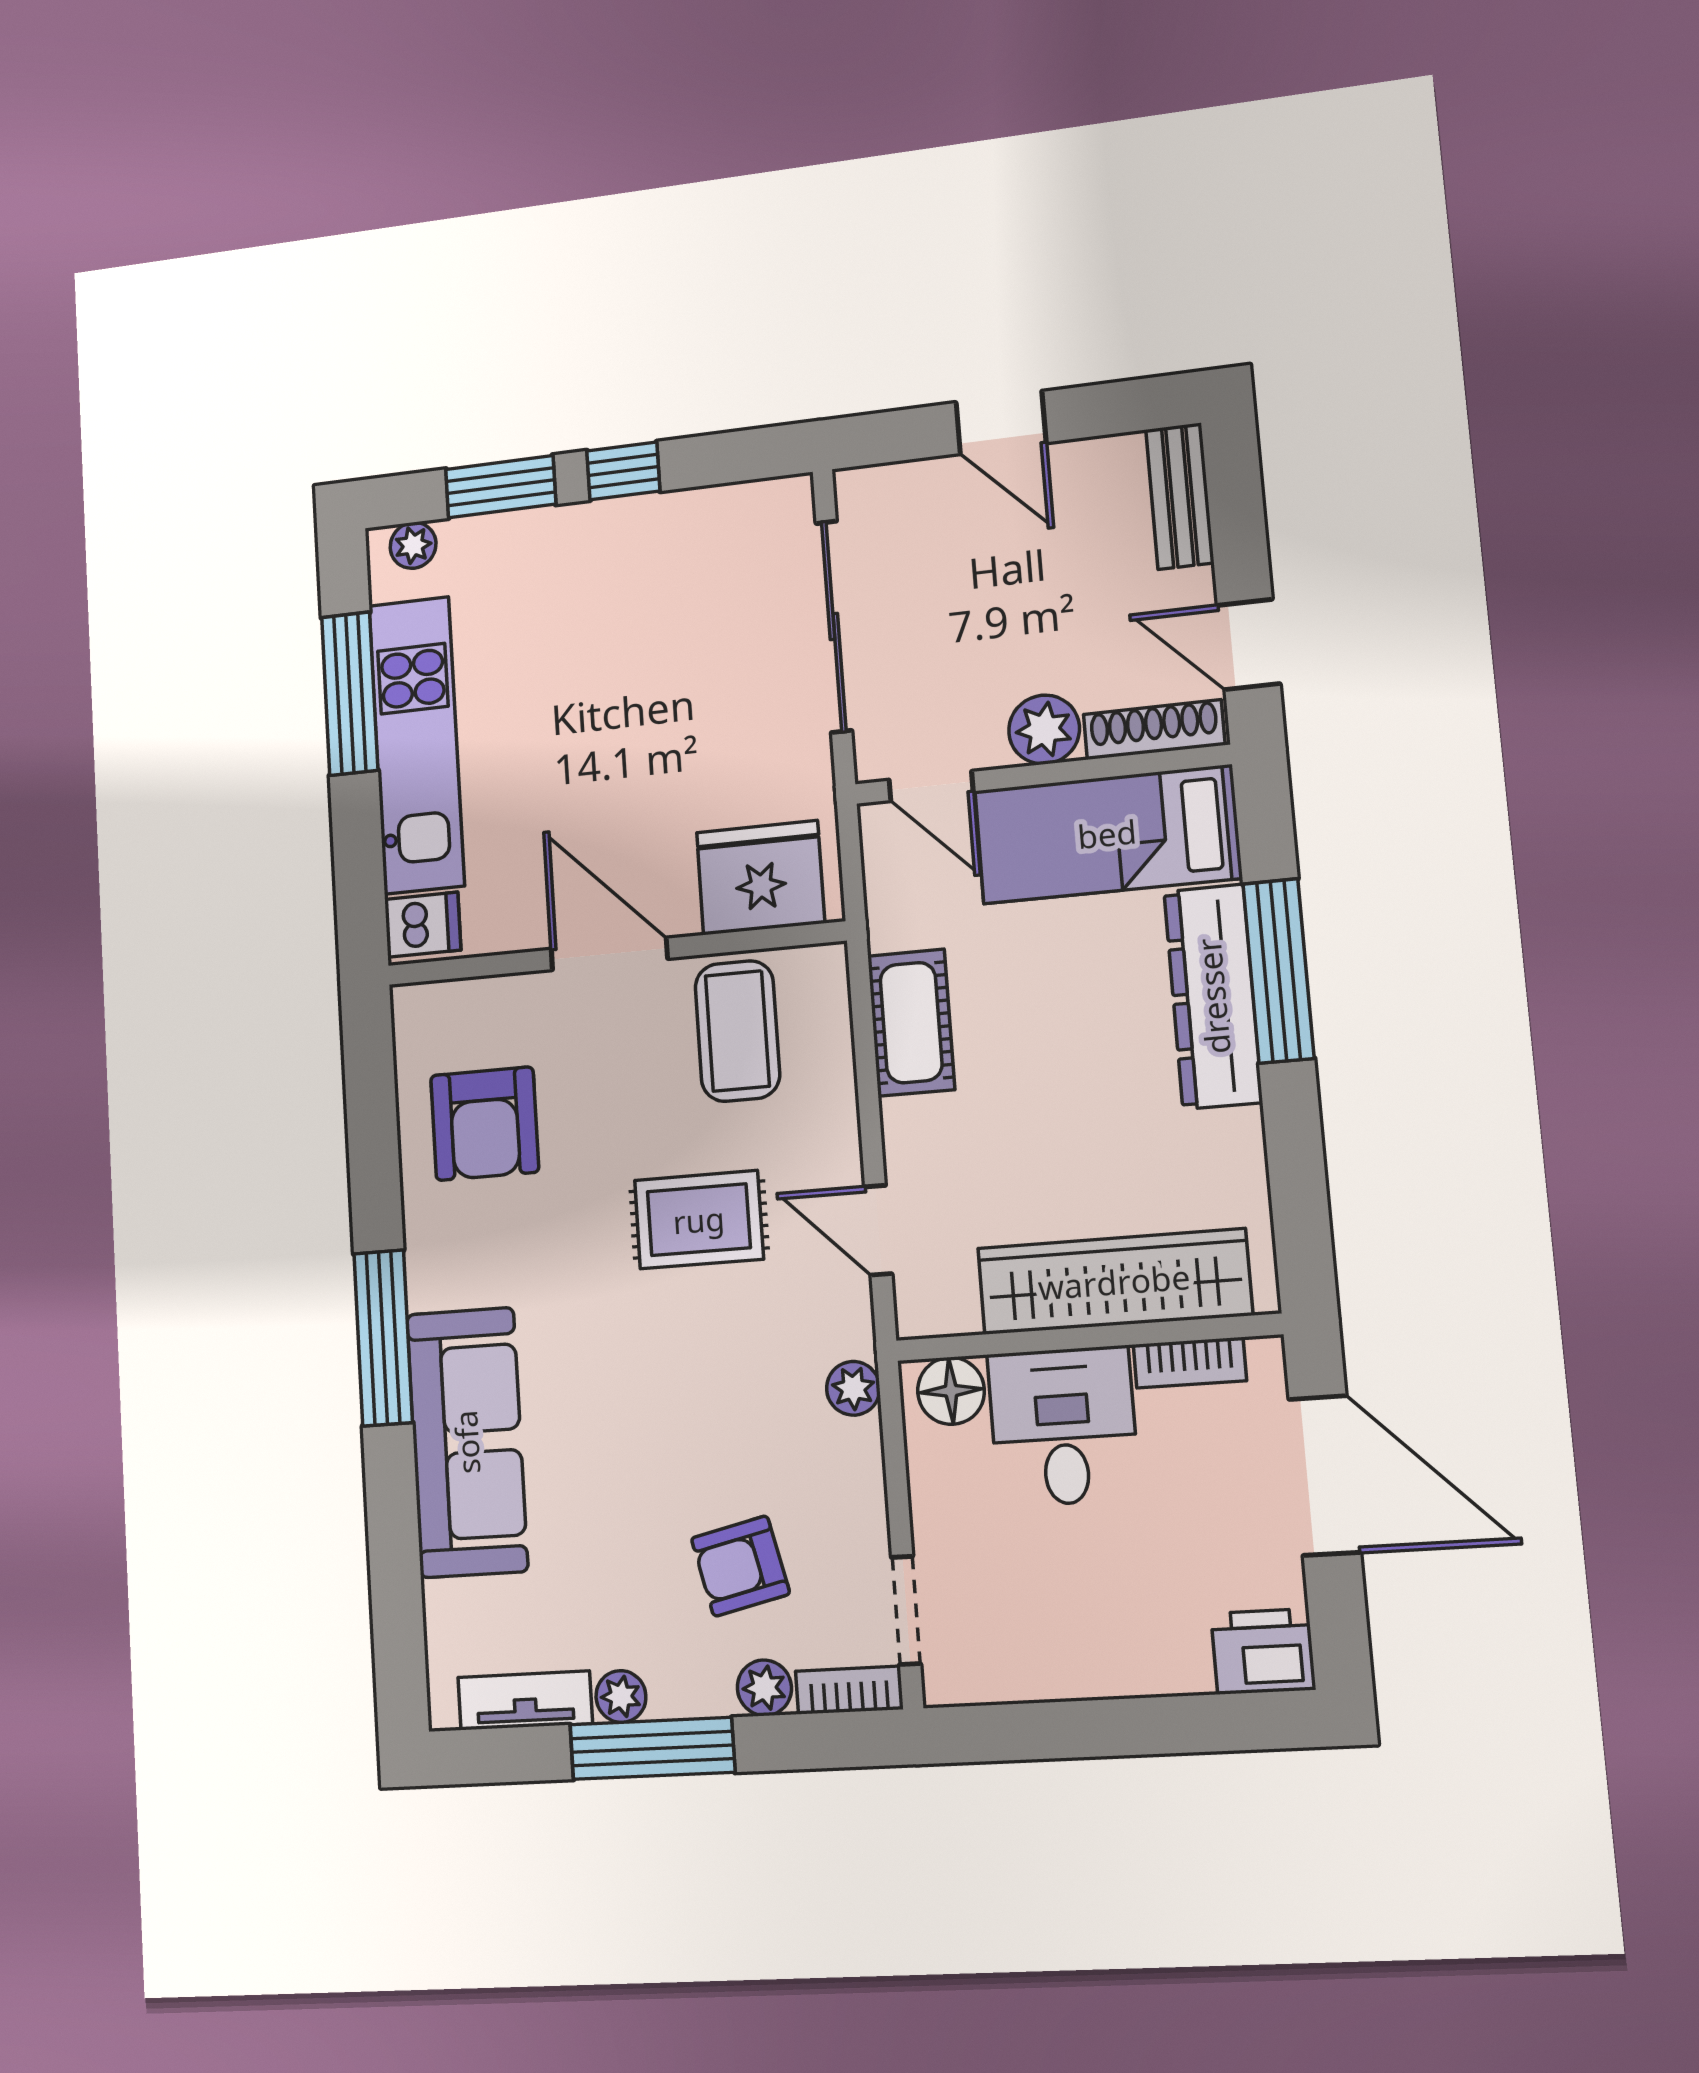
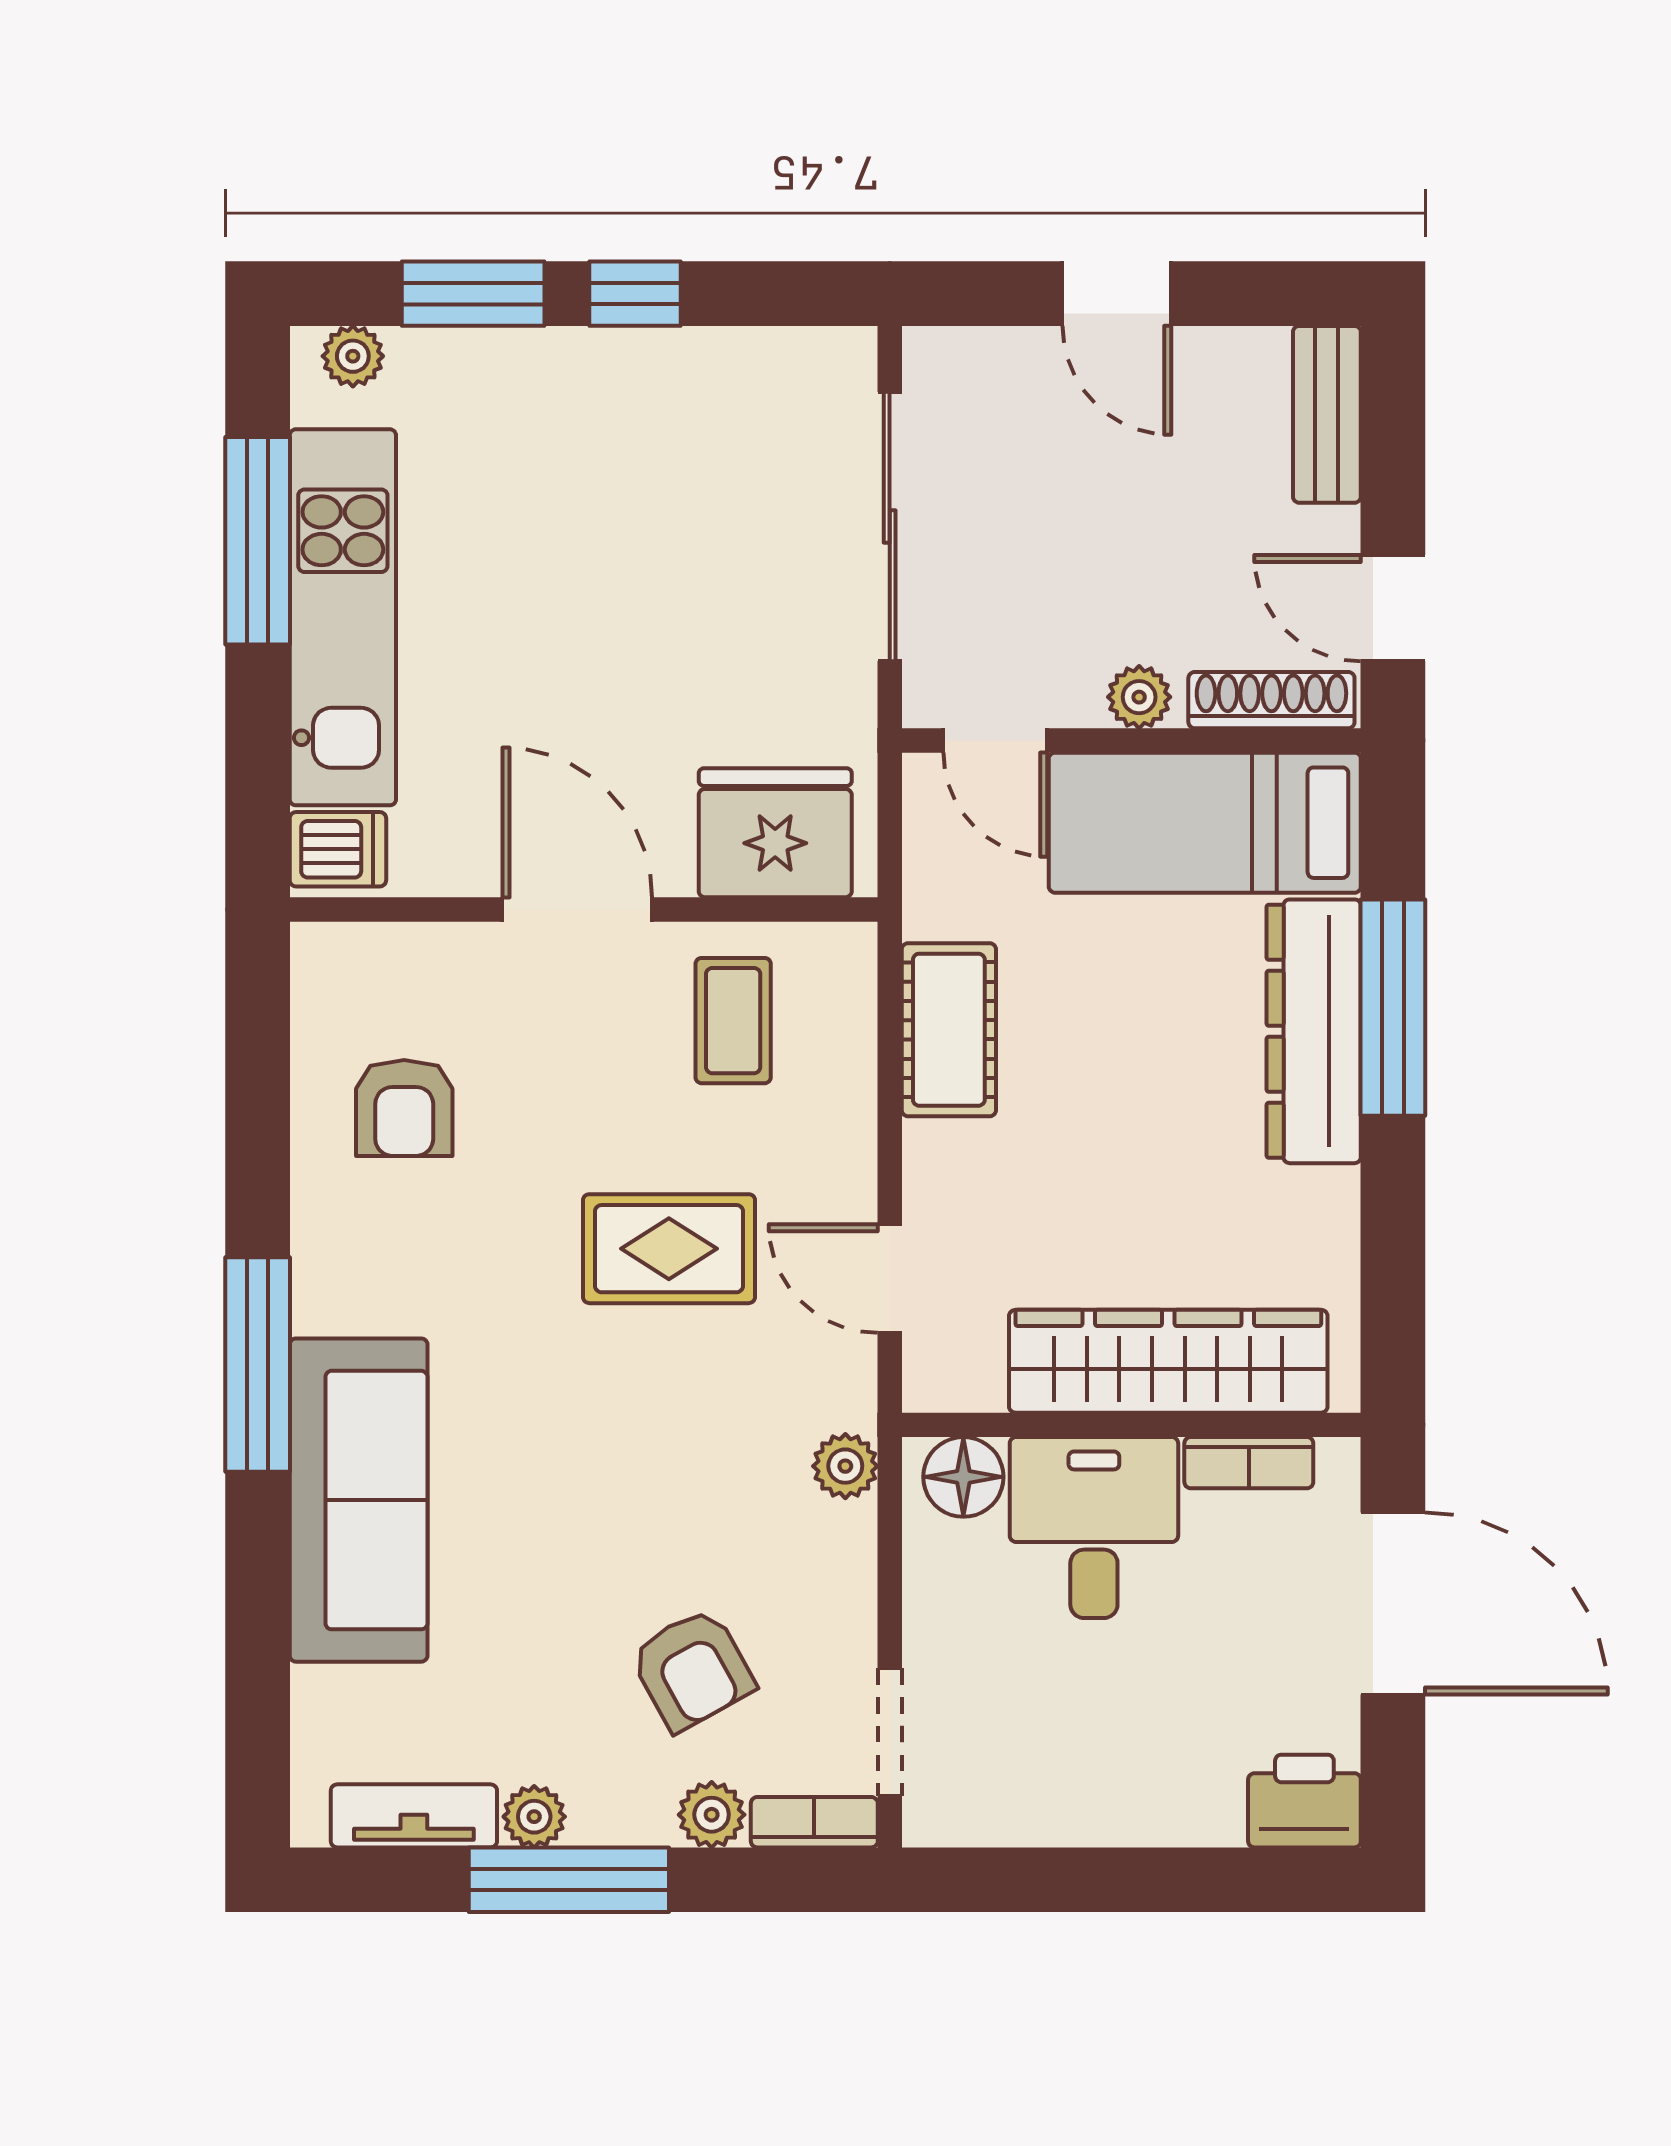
plant: (1044, 730) -> (1139, 697), width x0.73, depth x0.73
coffee table: (737, 1031) -> (733, 1021), width x0.73, depth x0.77
armchair: (485, 1124) -> (404, 1108), width x0.72, depth x0.72
armchair: (740, 1566) -> (692, 1669), turned -106

